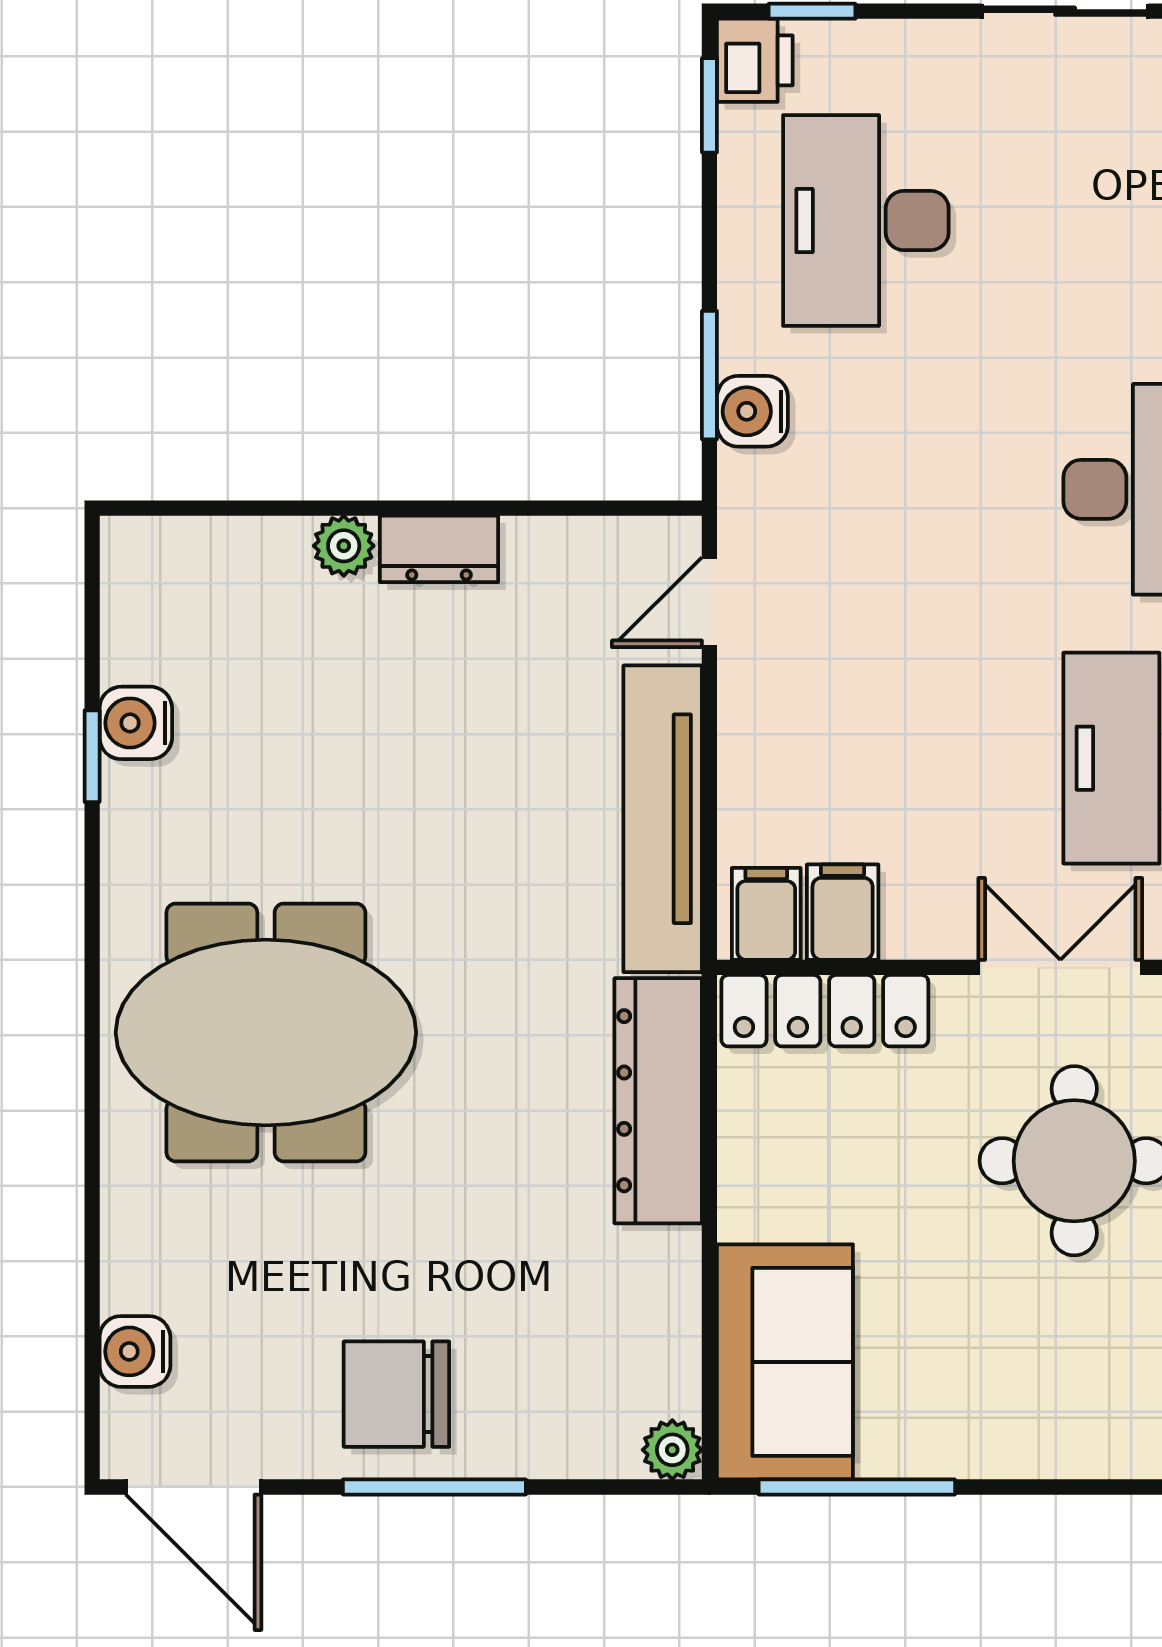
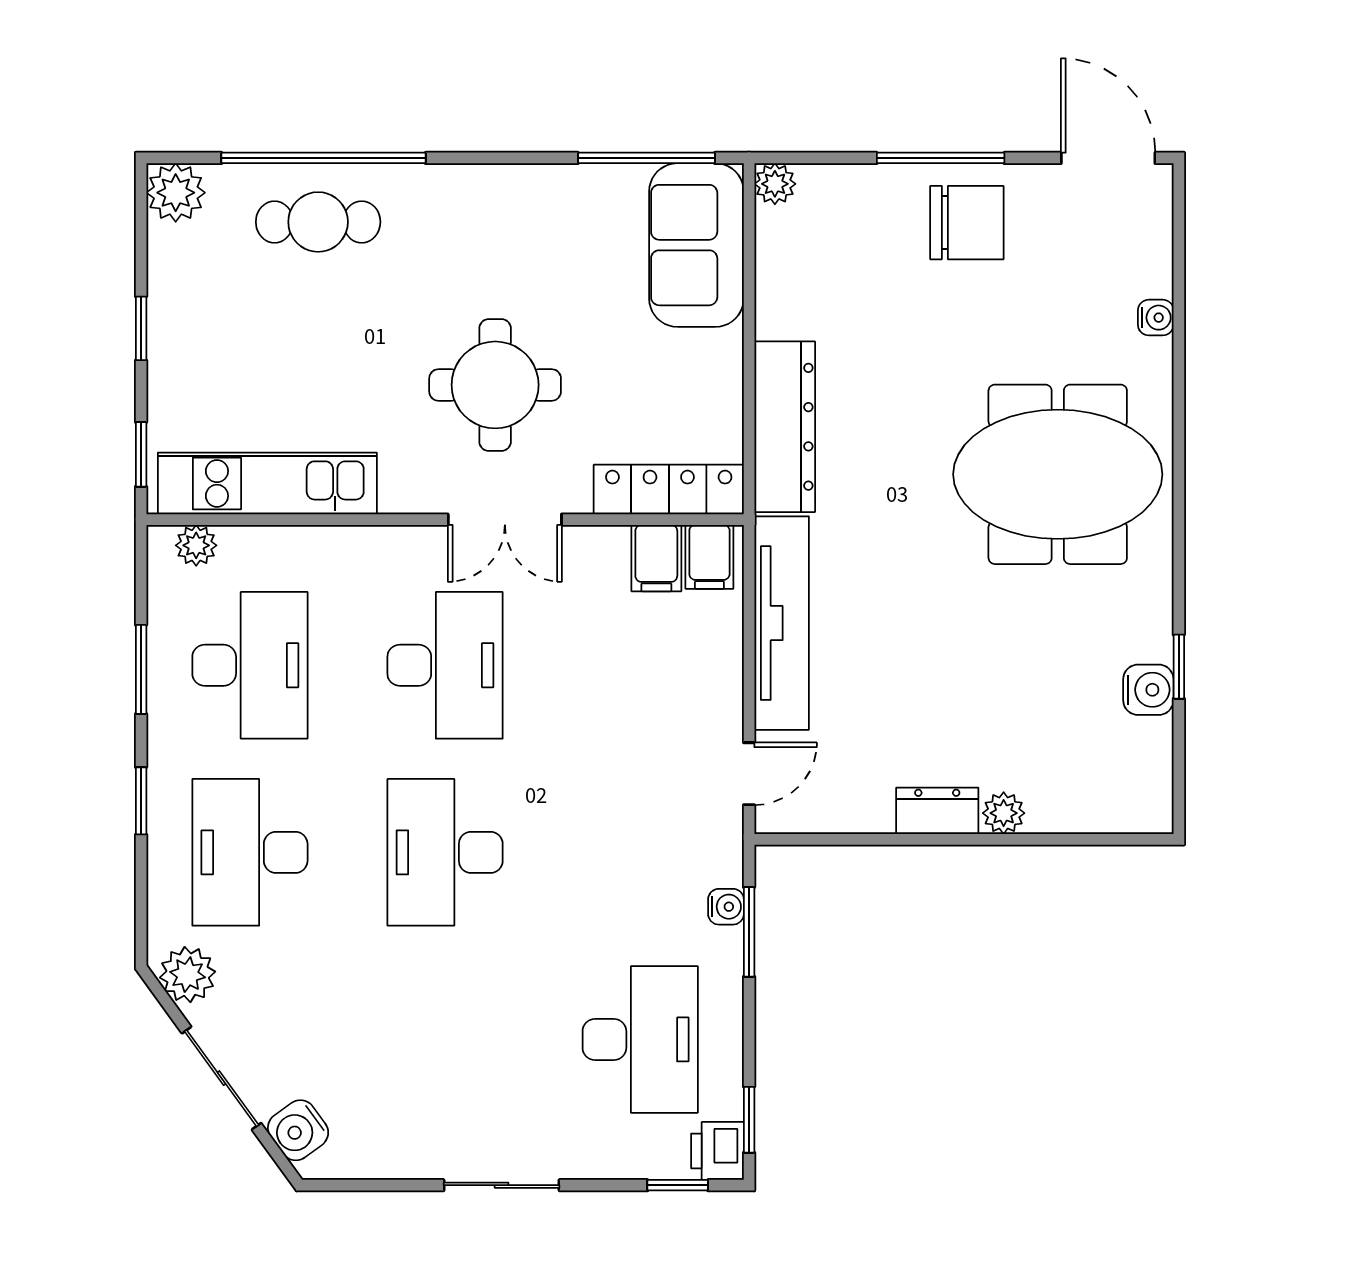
water cooler: (752, 411) -> (726, 907), width x0.72, depth x0.72
water cooler: (135, 1351) -> (1156, 318), moved, width x0.72, depth x0.72

